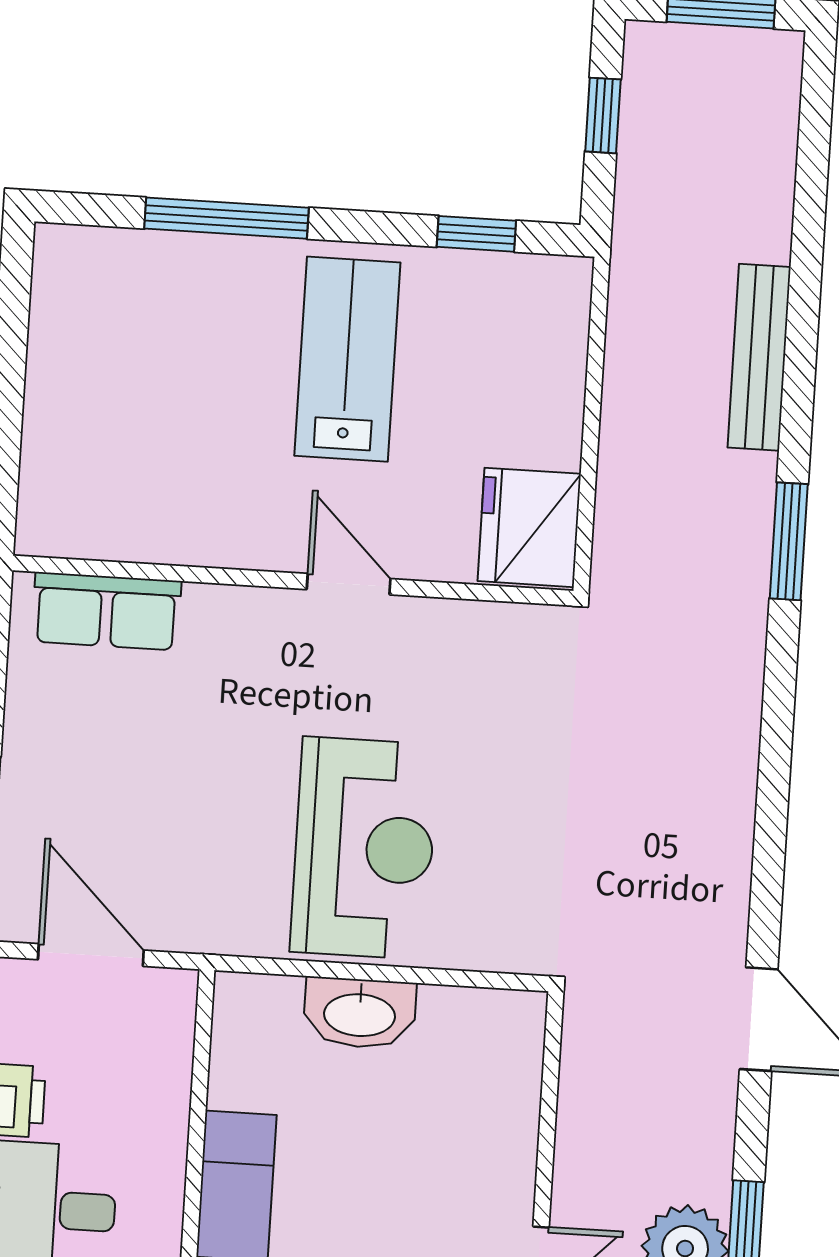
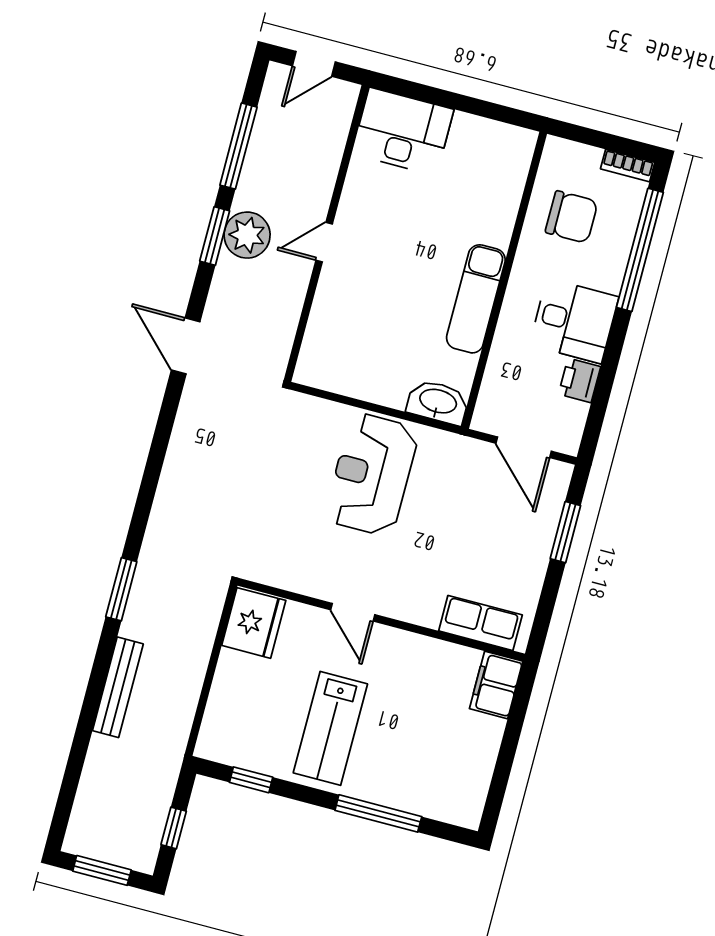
filing cabinet: (54, 501) -> (496, 685), added
washbasin: (360, 1013) -> (438, 402), moved

